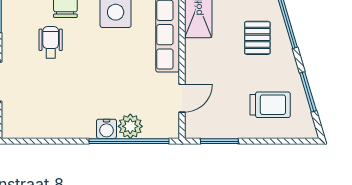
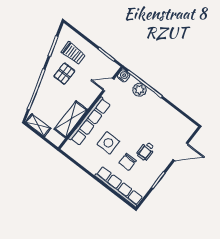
pallet: (257, 38) -> (64, 74), moved
trolley: (270, 105) -> (73, 53), turned 180
water cooler: (107, 129) -> (124, 76), moved

